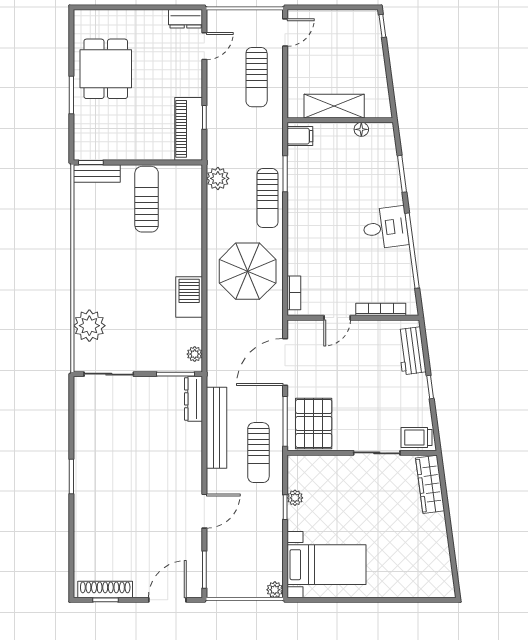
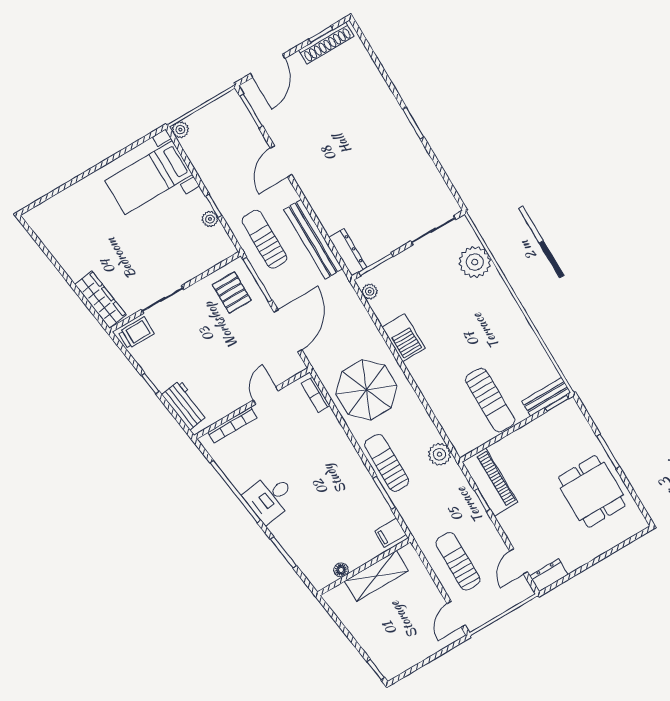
pallet: (314, 424) -> (232, 293), width x0.67, depth x0.71

